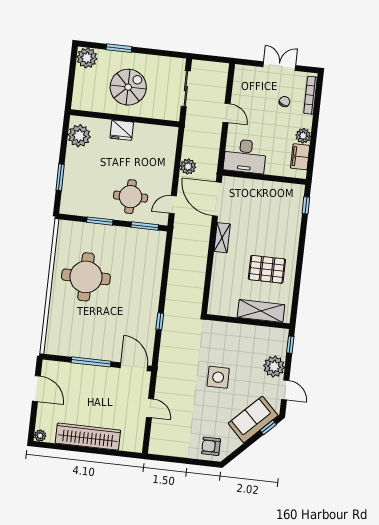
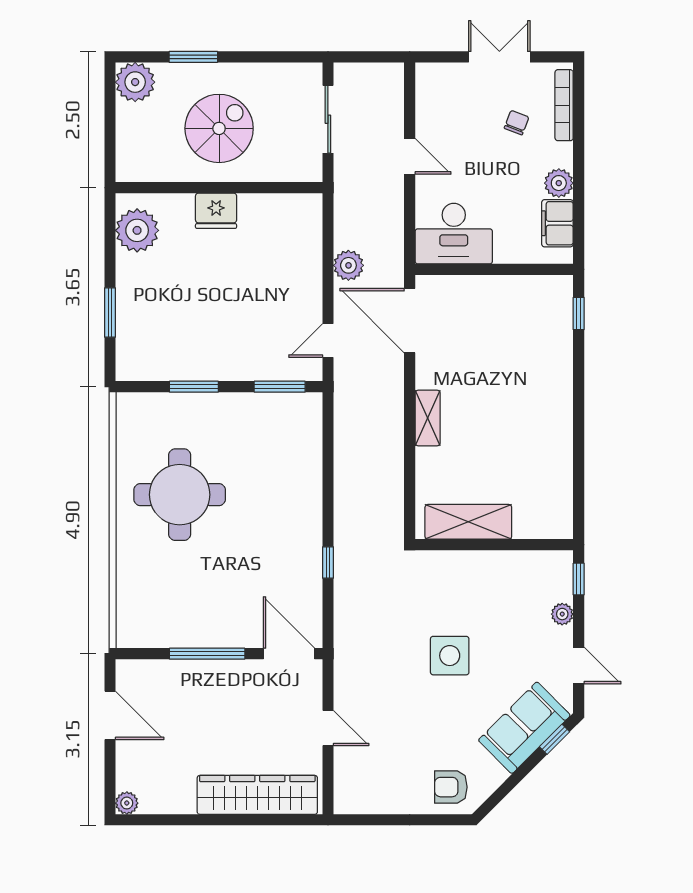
round table: (131, 197) -> (247, 334), removed
shelving: (222, 238) -> (428, 418), moved
pallet: (267, 269) -> (519, 442), removed
shelving: (261, 311) -> (468, 522), moved
plant: (274, 367) -> (562, 614), width x0.53, depth x0.53
wardrobe: (88, 437) -> (257, 795), moved

